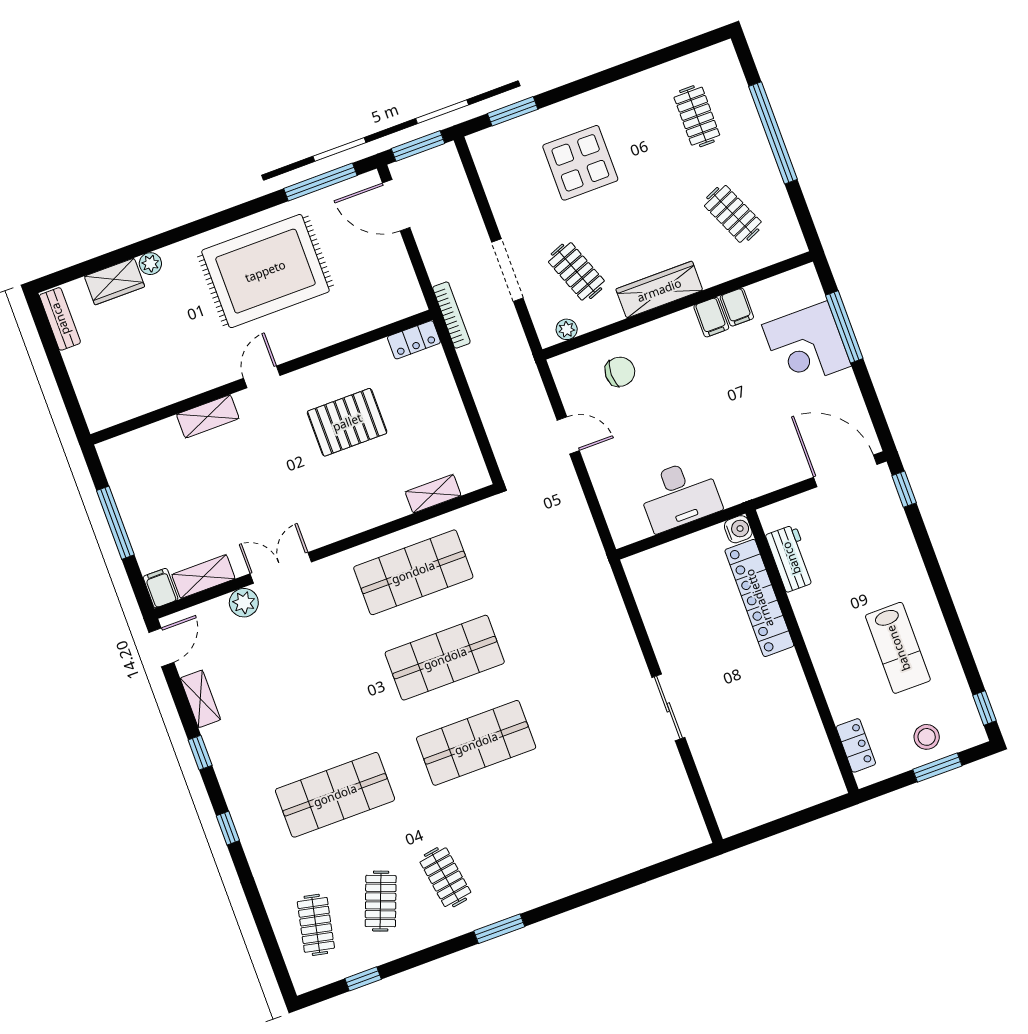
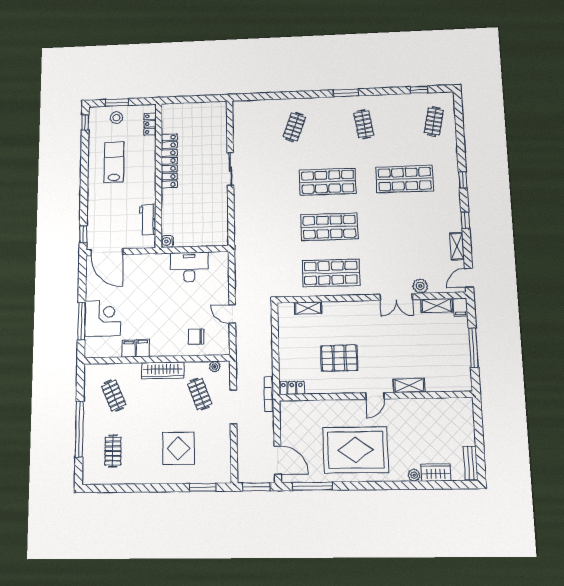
locker: (759, 598) -> (169, 161), moved
clothes rail: (381, 901) -> (294, 127), moved

